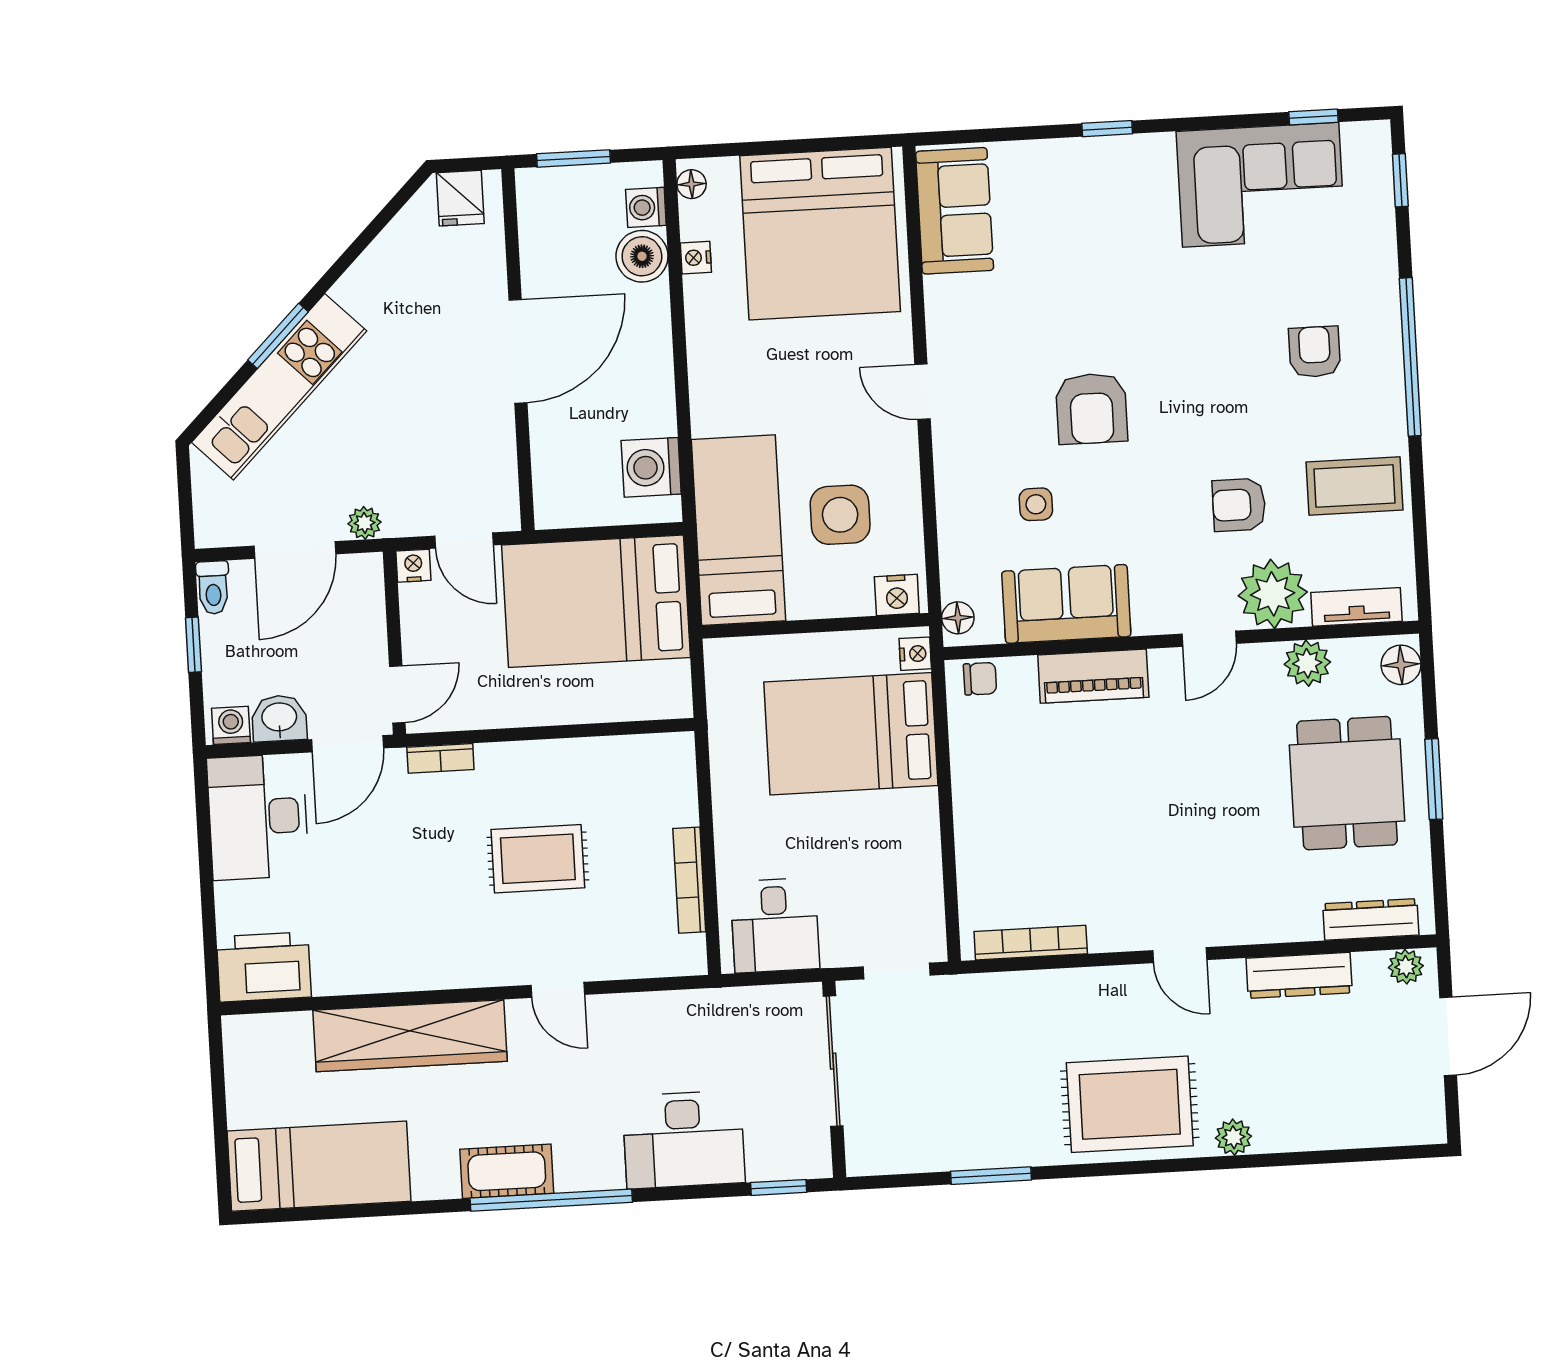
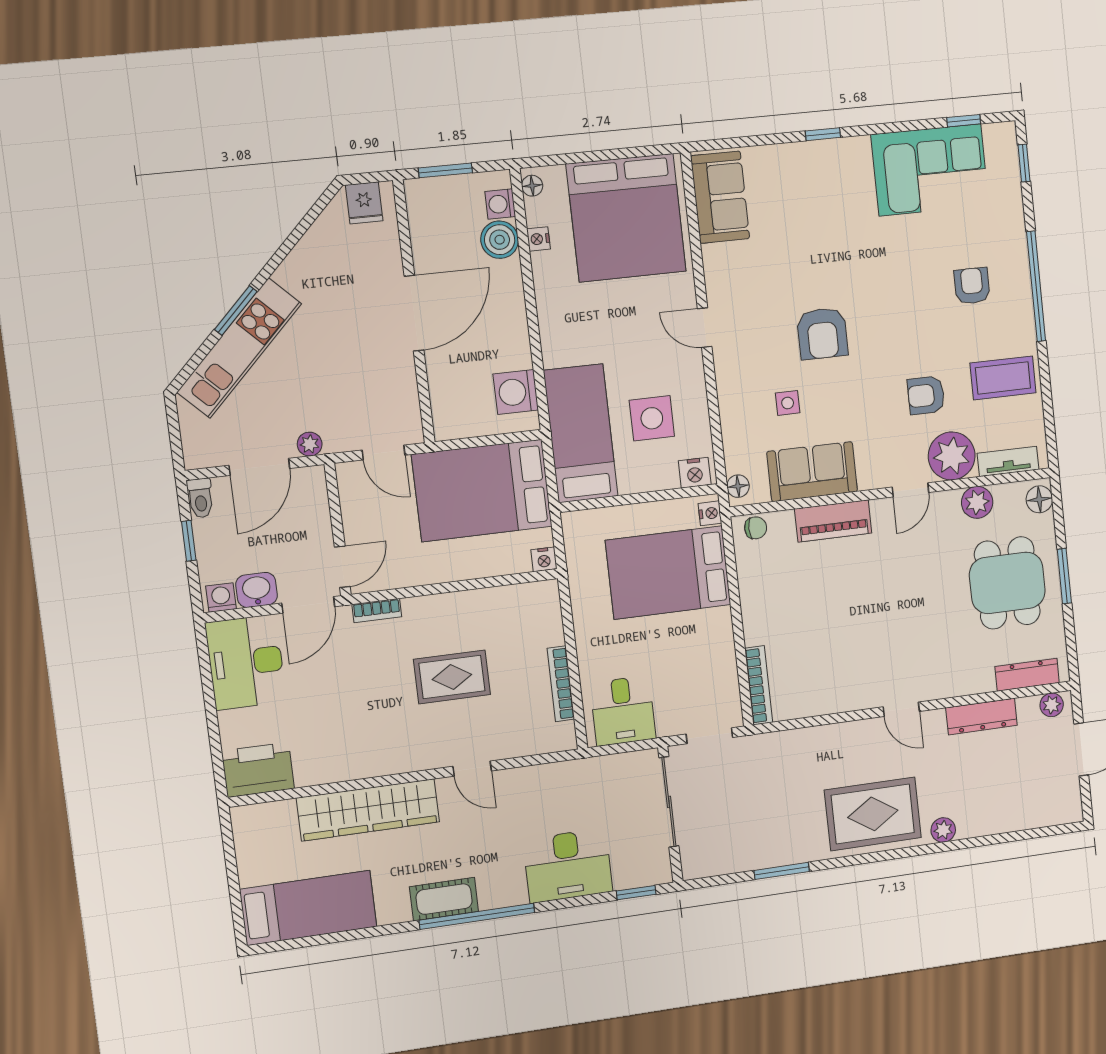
nightstand: (413, 566) -> (544, 559), moved, turned 180
bookcase: (1031, 943) -> (759, 685), moved, turned 90

